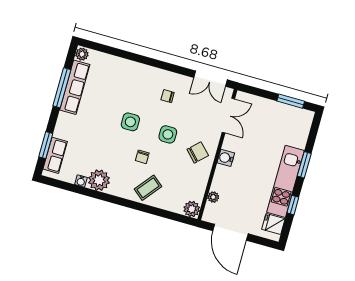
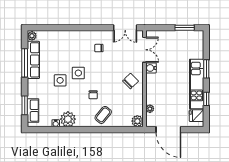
side table: (168, 134) -> (60, 80), moved
water cooler: (226, 158) -> (151, 68), moved

